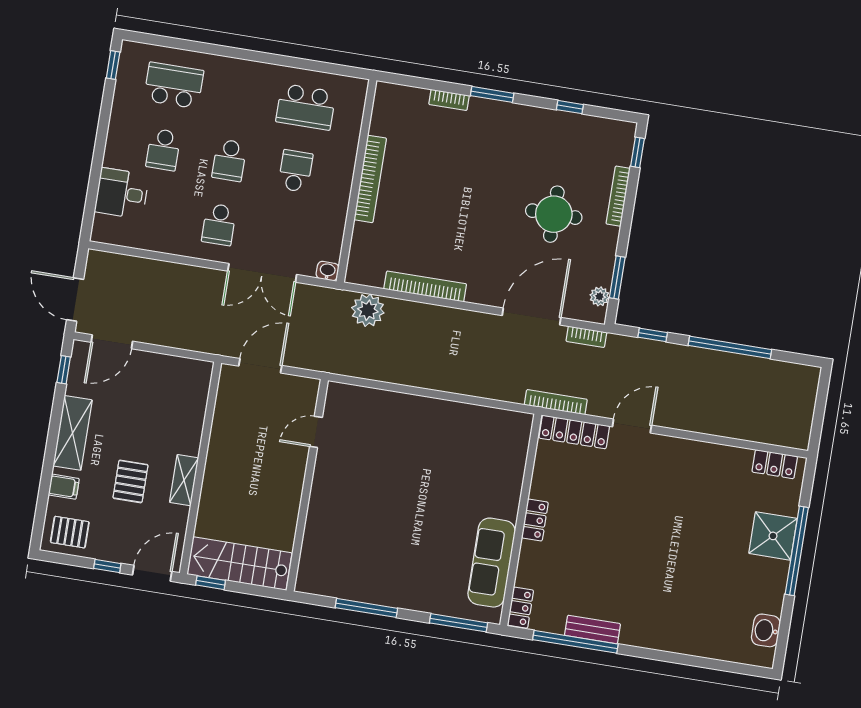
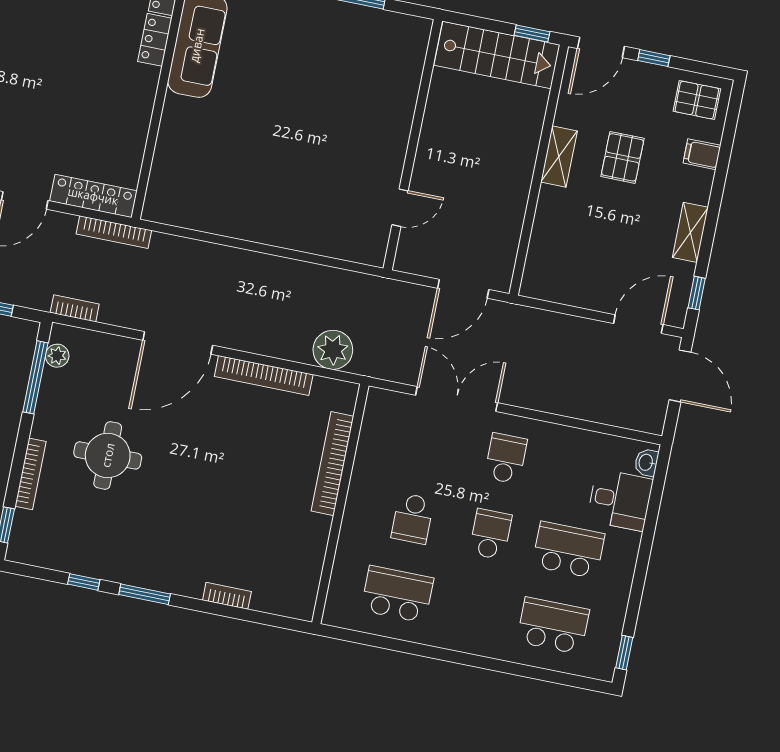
school desk: (174, 85) -> (553, 626), turned 180
window: (492, 94) -> (145, 594), moved
school desk: (163, 150) -> (568, 550), width x1.85
bookcase: (370, 179) -> (332, 464), moved
washbasin: (327, 271) -> (646, 462), moved, turned 90
window: (617, 278) -> (35, 377), width x1.44
door: (532, 316) -> (178, 343), moved
shelving: (73, 433) -> (690, 232), width x0.67, depth x0.75
locker: (535, 520) -> (155, 40), moved

